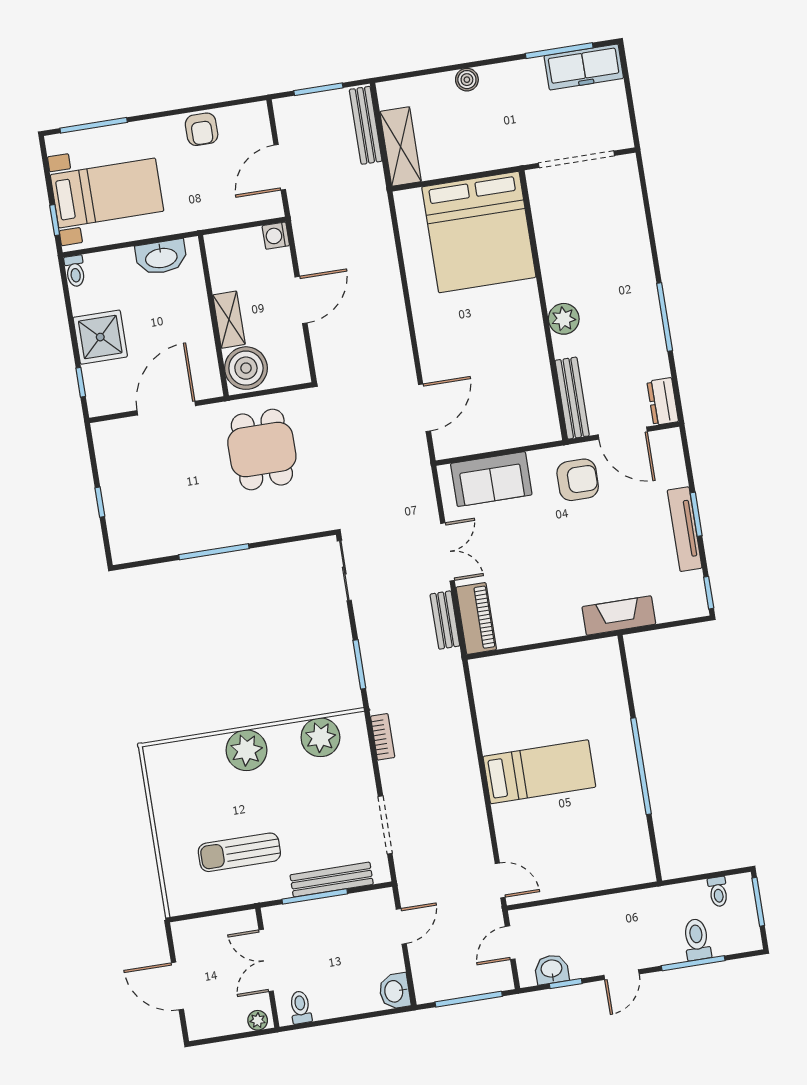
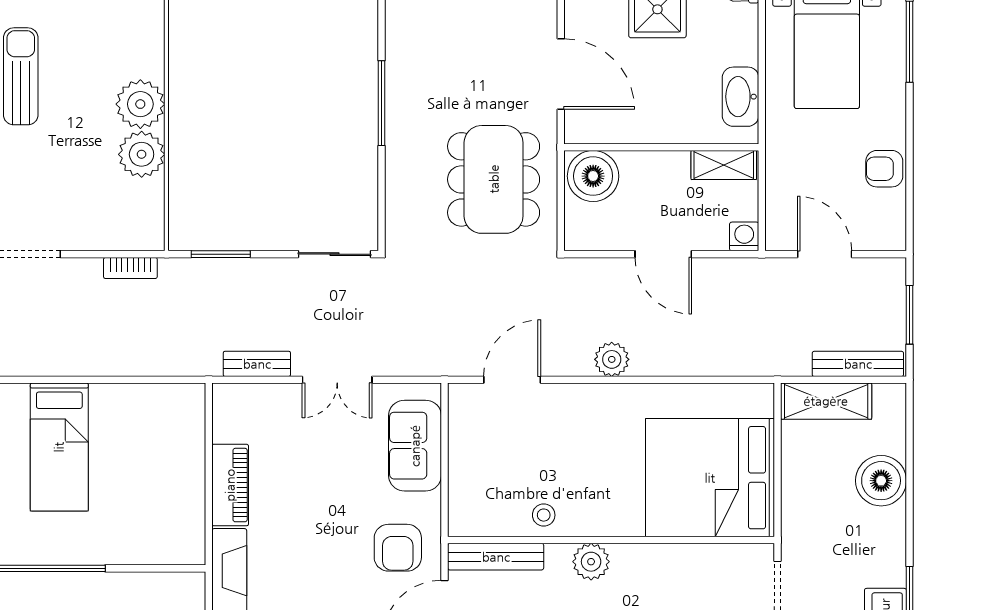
boiler: (467, 80) -> (881, 481), width x1.86, depth x1.86
shelving: (229, 320) -> (724, 165), moved
plant: (394, 328) -> (612, 359), added
stool: (532, 364) -> (544, 515), added
door: (424, 408) -> (512, 380), swing flipped
dining table: (262, 450) -> (494, 179), width x1.38
piano: (476, 618) -> (230, 485), moved, turned -90
plant: (320, 737) -> (142, 154), moved

